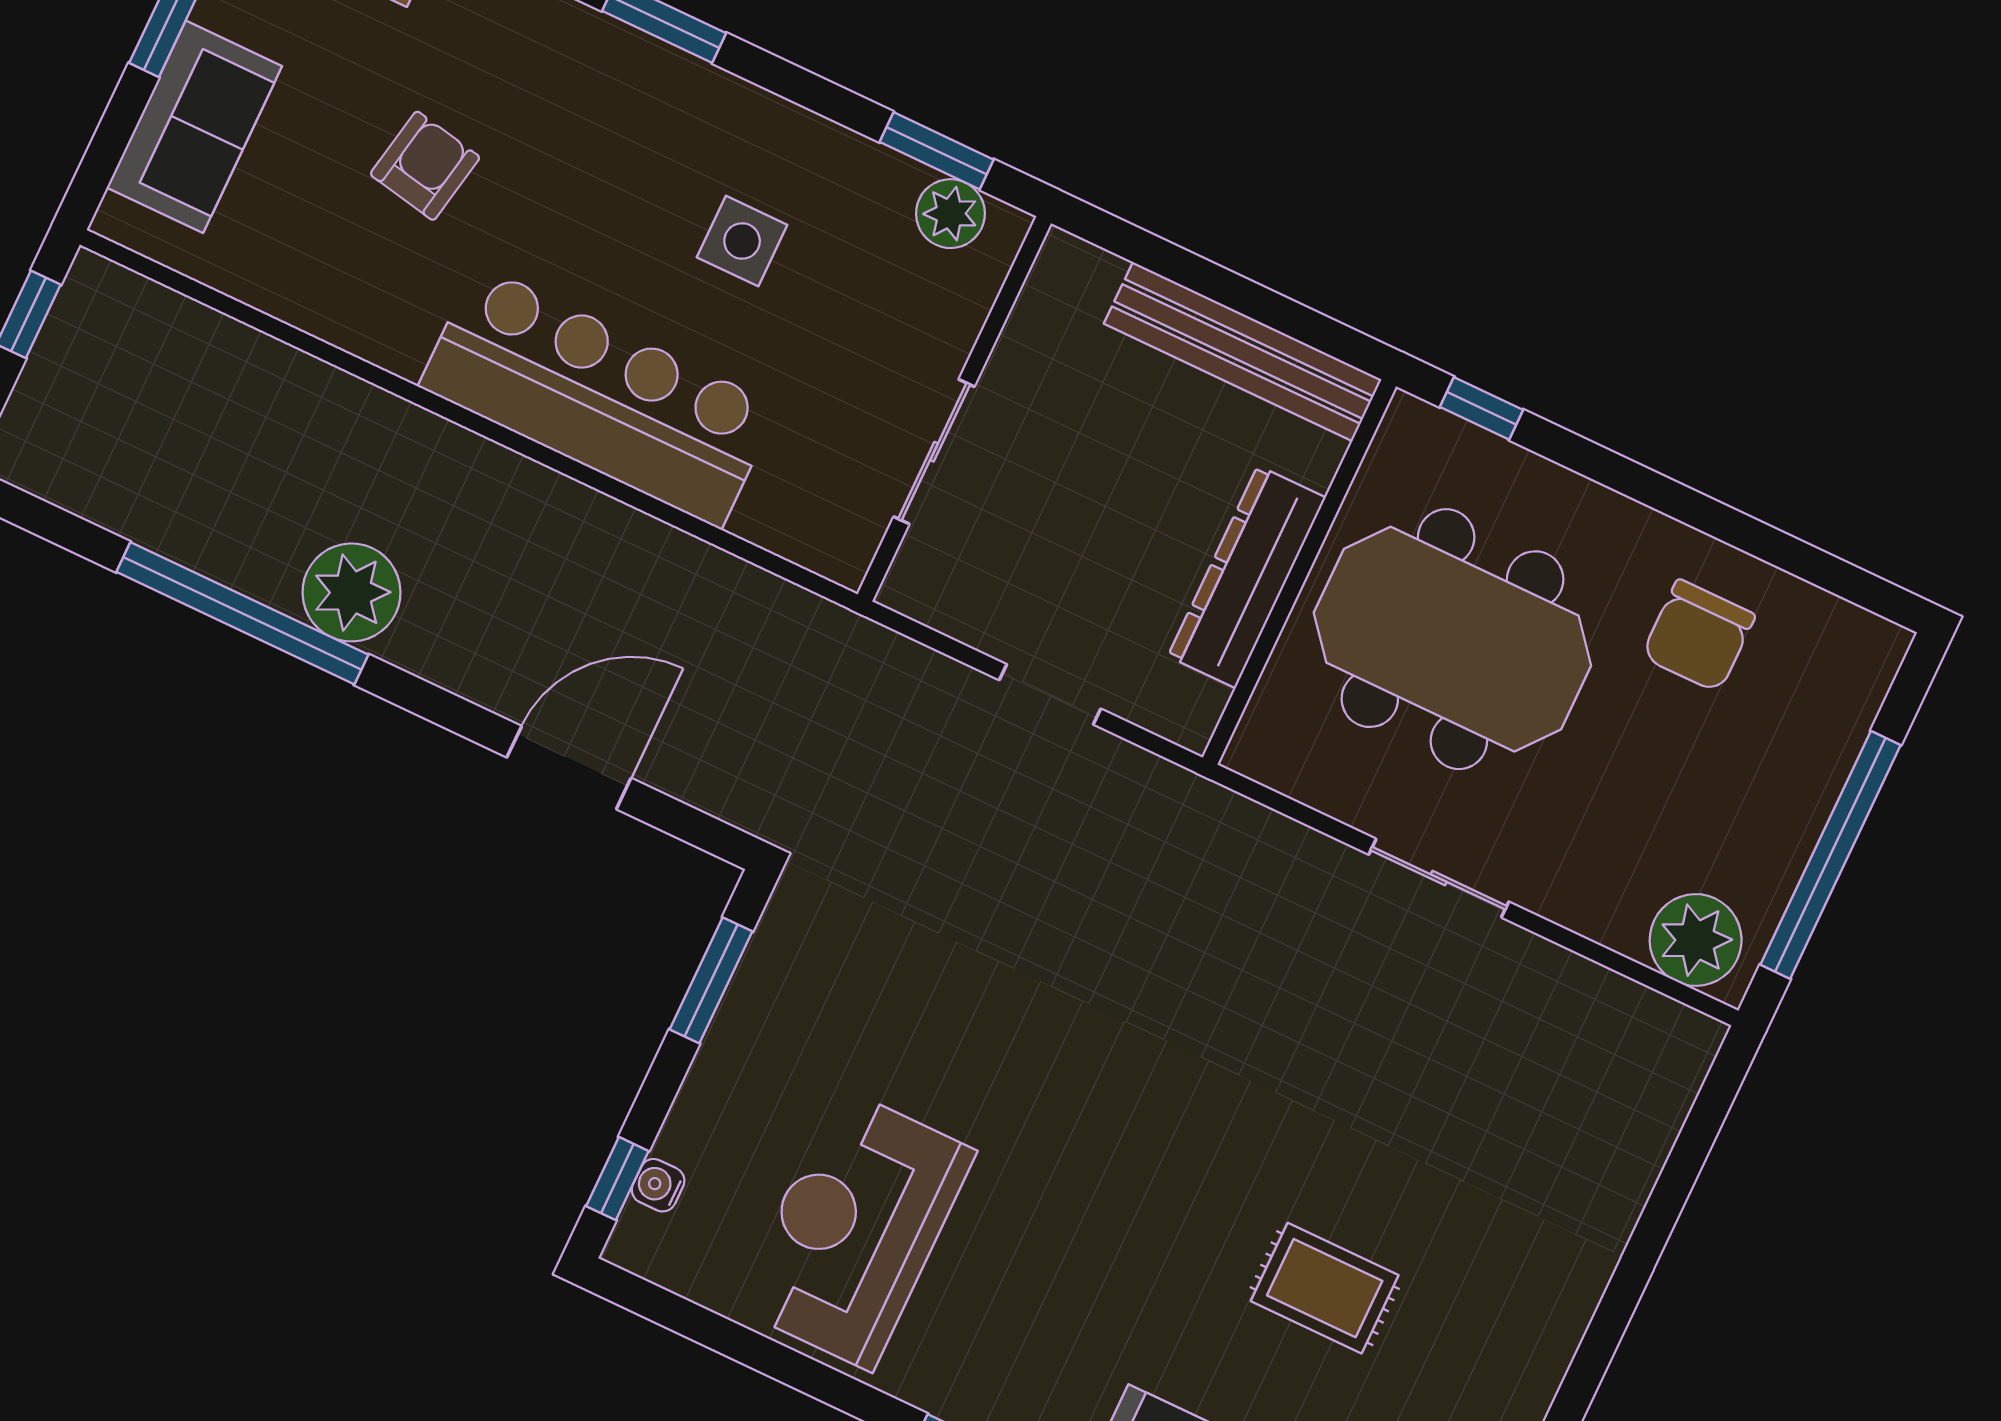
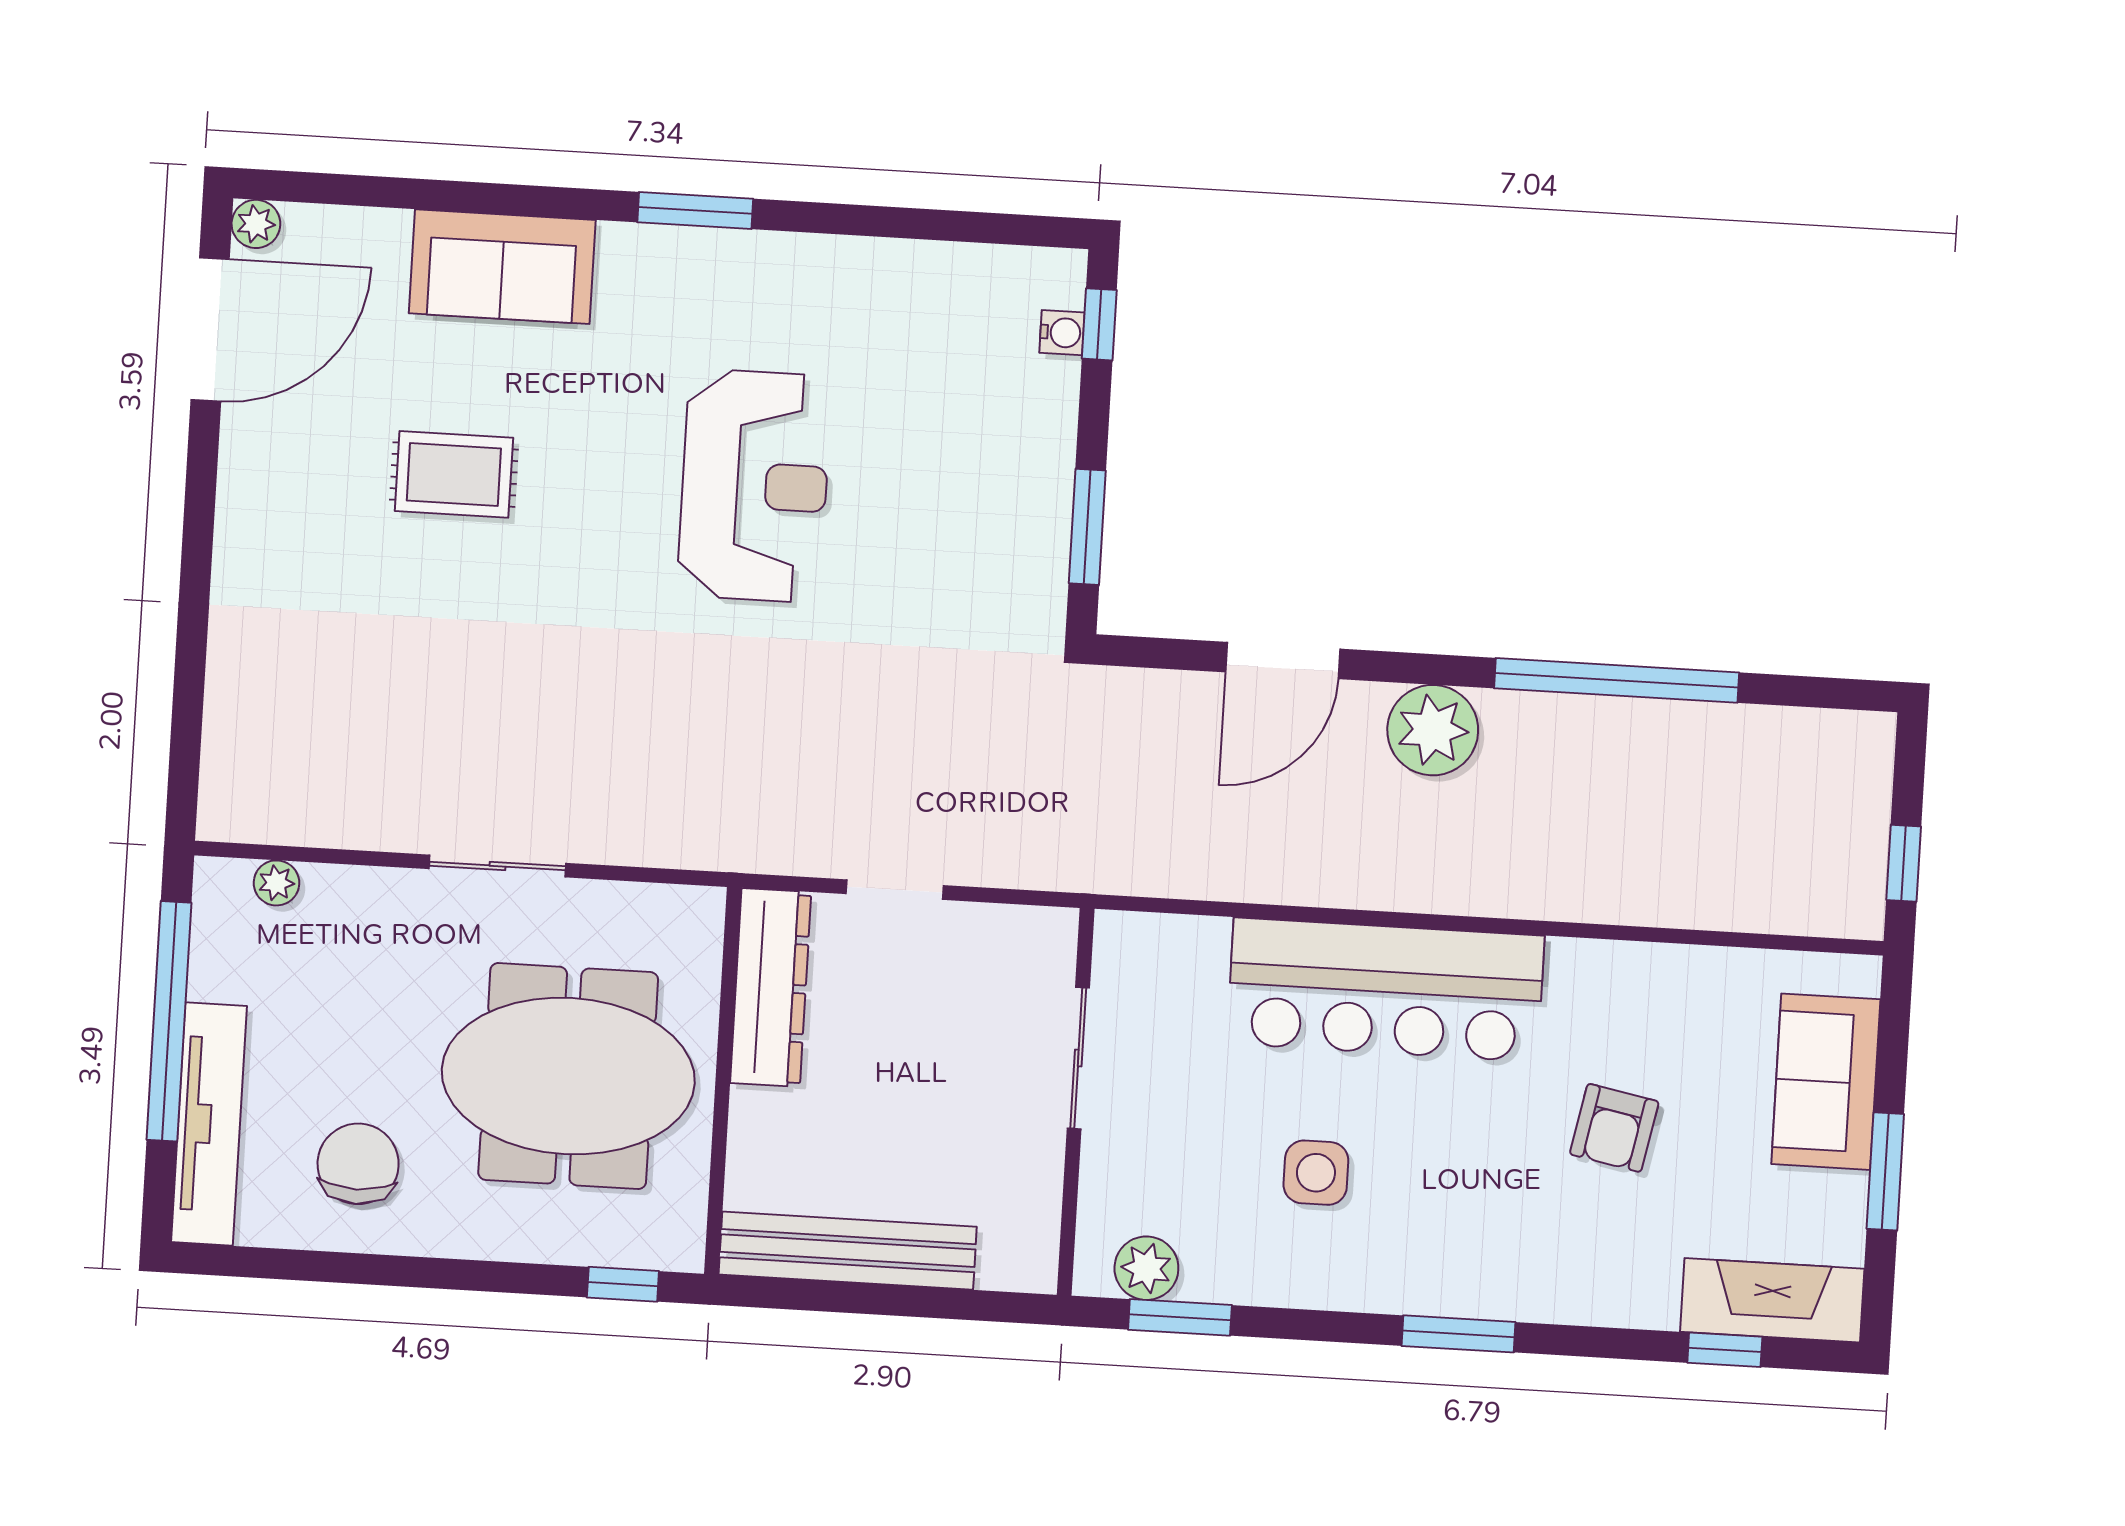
dresser: (1247, 577) -> (771, 988), moved
plant: (352, 592) -> (1433, 730), moved
tv unit: (1832, 736) -> (209, 1124), added
plant: (1696, 940) -> (276, 883), width x0.53, depth x0.53
reception desk: (855, 1229) -> (754, 486), moved

